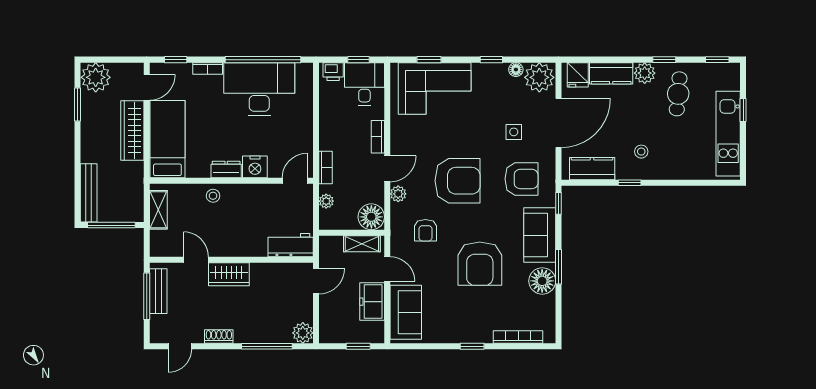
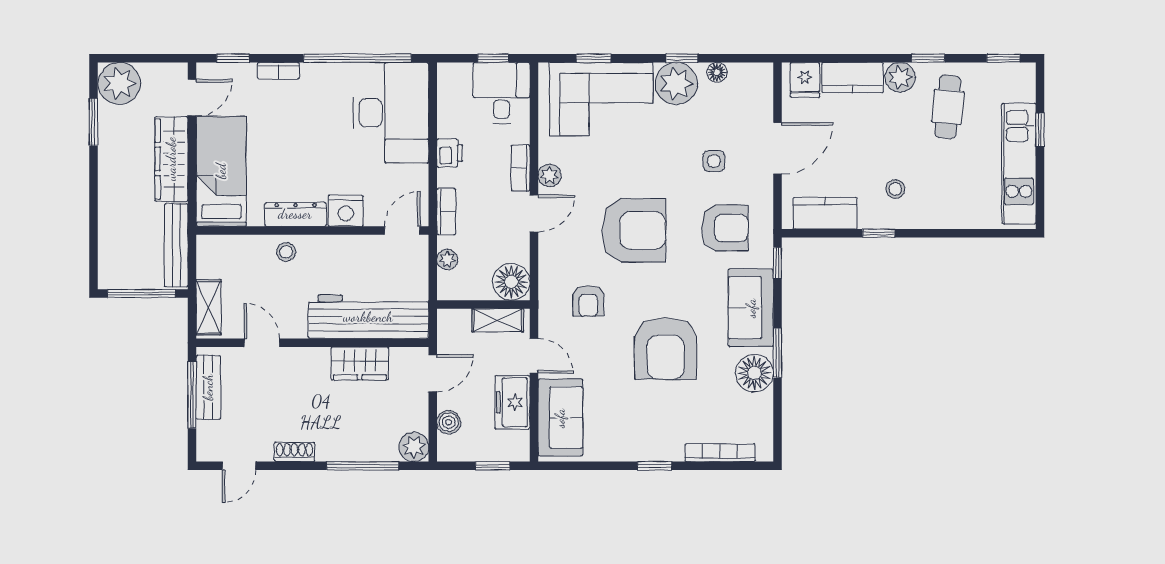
printer: (333, 72) -> (450, 153), moved, turned -90
plant: (539, 77) -> (676, 83), moved
desk: (259, 89) -> (391, 113), moved, turned 90
door: (558, 123) -> (777, 148), width x0.73
dresser: (226, 169) -> (295, 214), width x1.44
bench: (89, 193) -> (176, 245), moved
plant: (398, 194) -> (549, 176), moved
shelving: (158, 210) -> (209, 307), moved
workbench: (291, 245) -> (368, 317), width x1.88, depth x1.32
wardrobe: (229, 274) -> (360, 363), moved
boiler: (327, 316) -> (449, 422), added

